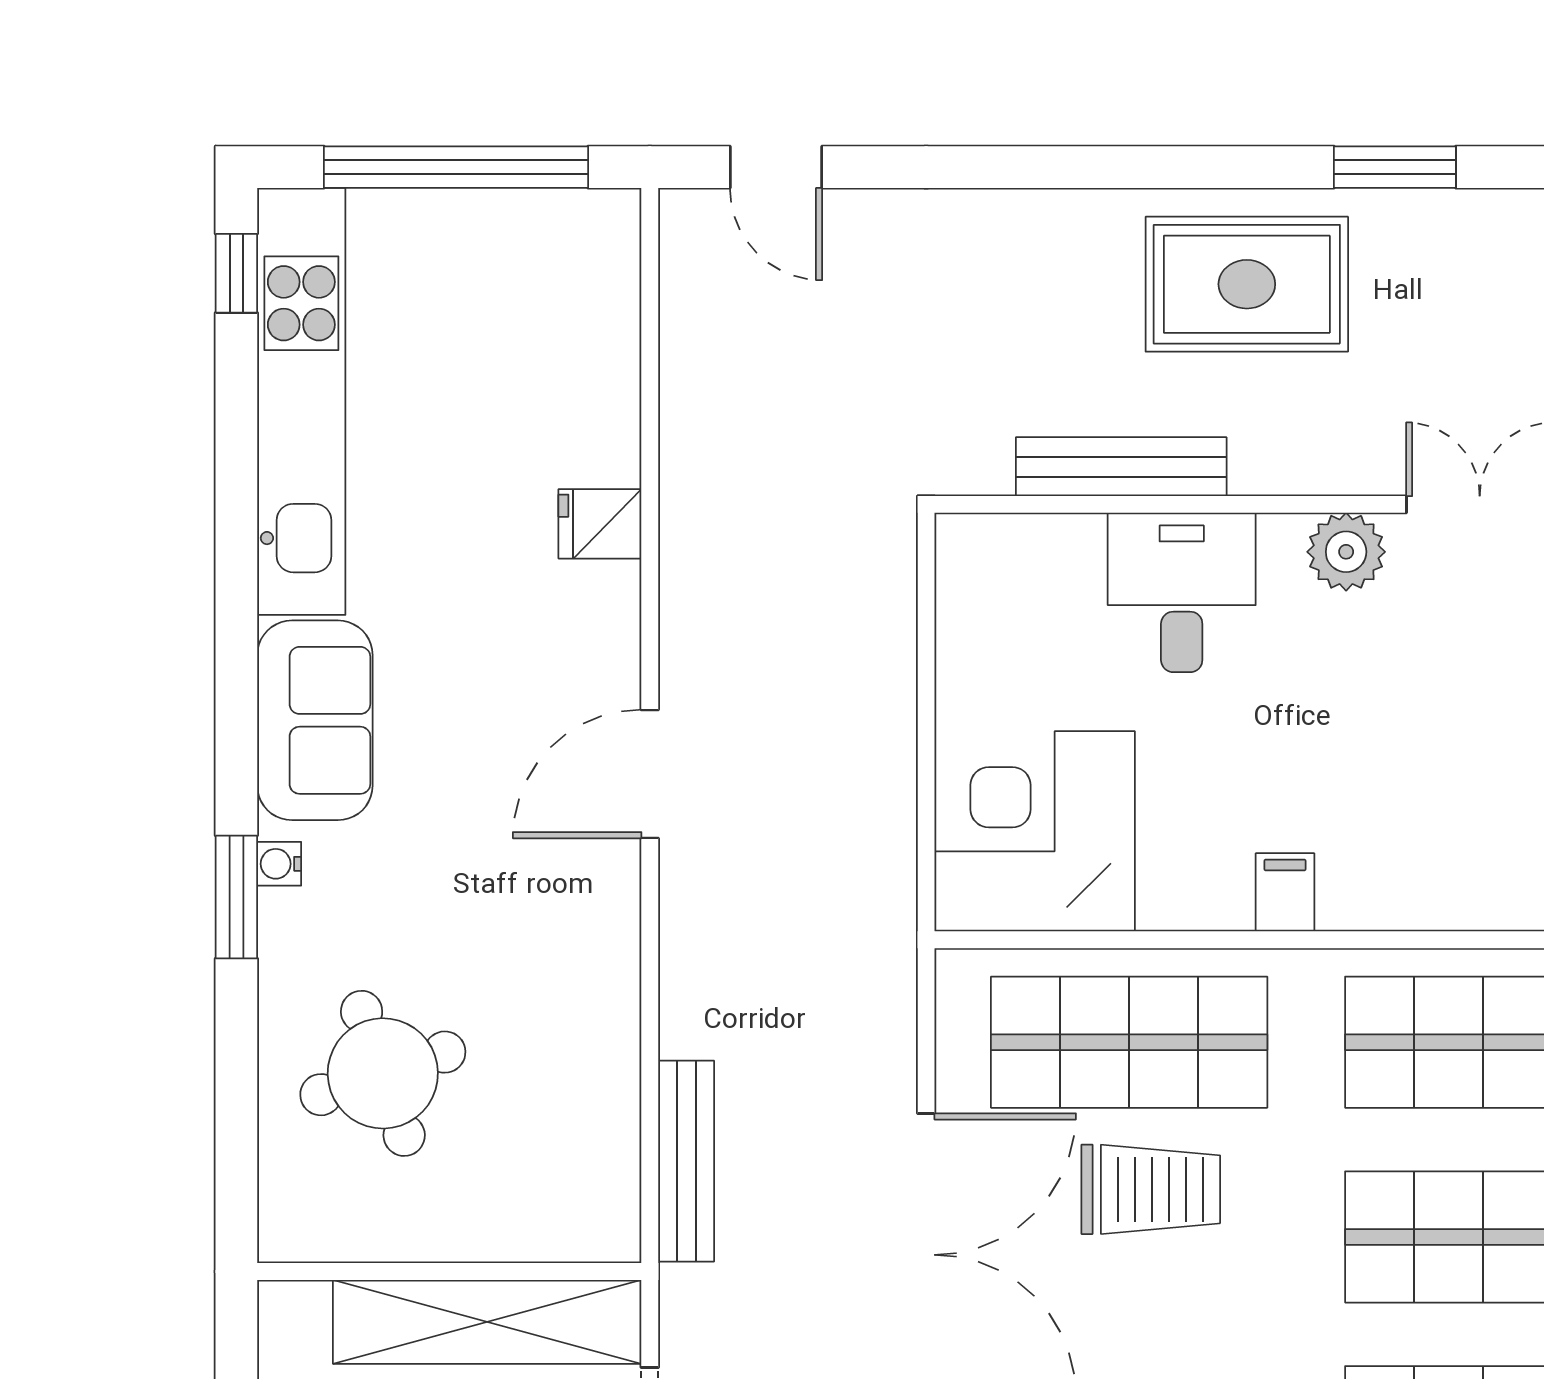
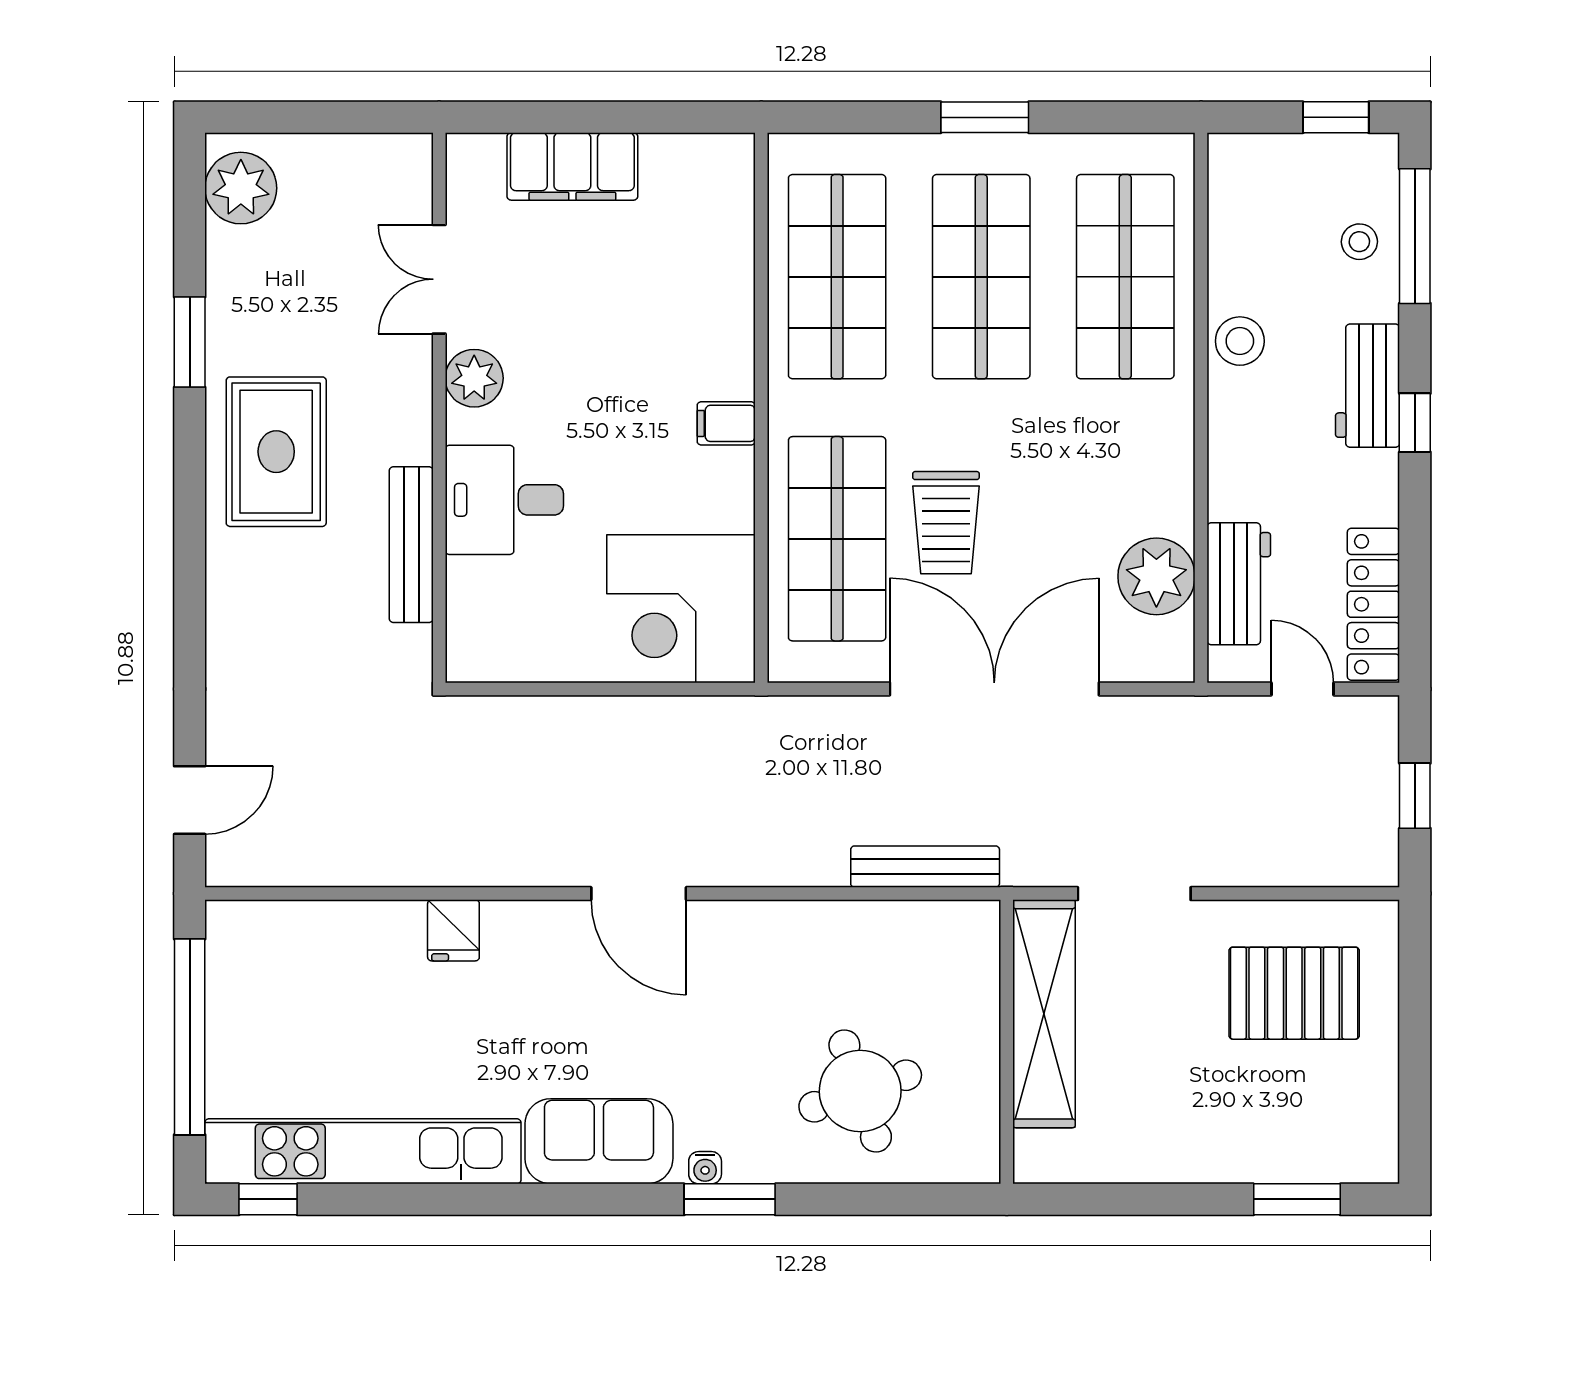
trolley: (1151, 1189) -> (946, 523), turned 180

